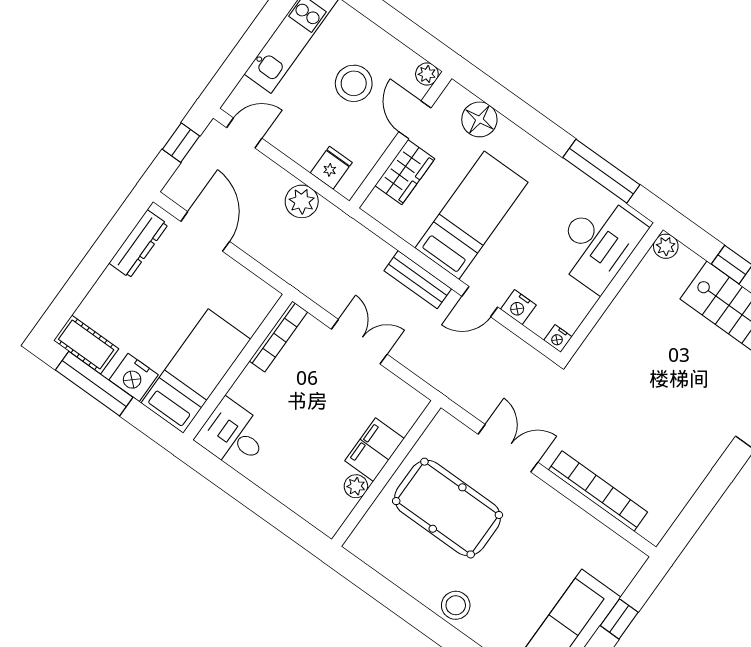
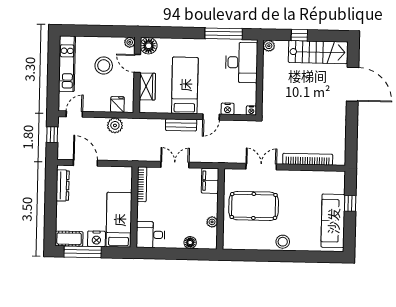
floor lamp: (479, 119) -> (149, 46), moved
filing cabinet: (375, 450) -> (210, 181), moved
floor lamp: (293, 496) -> (190, 243), added

